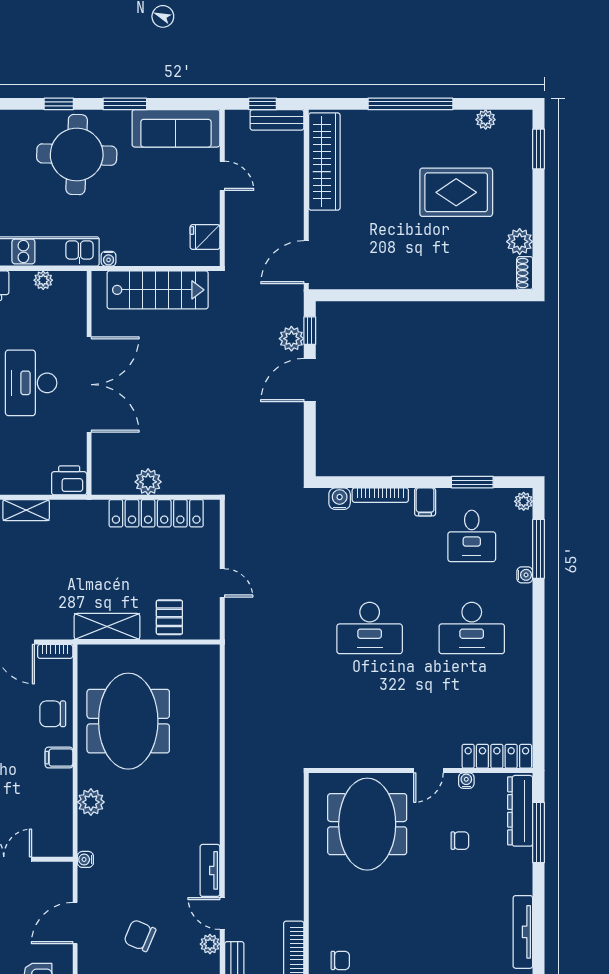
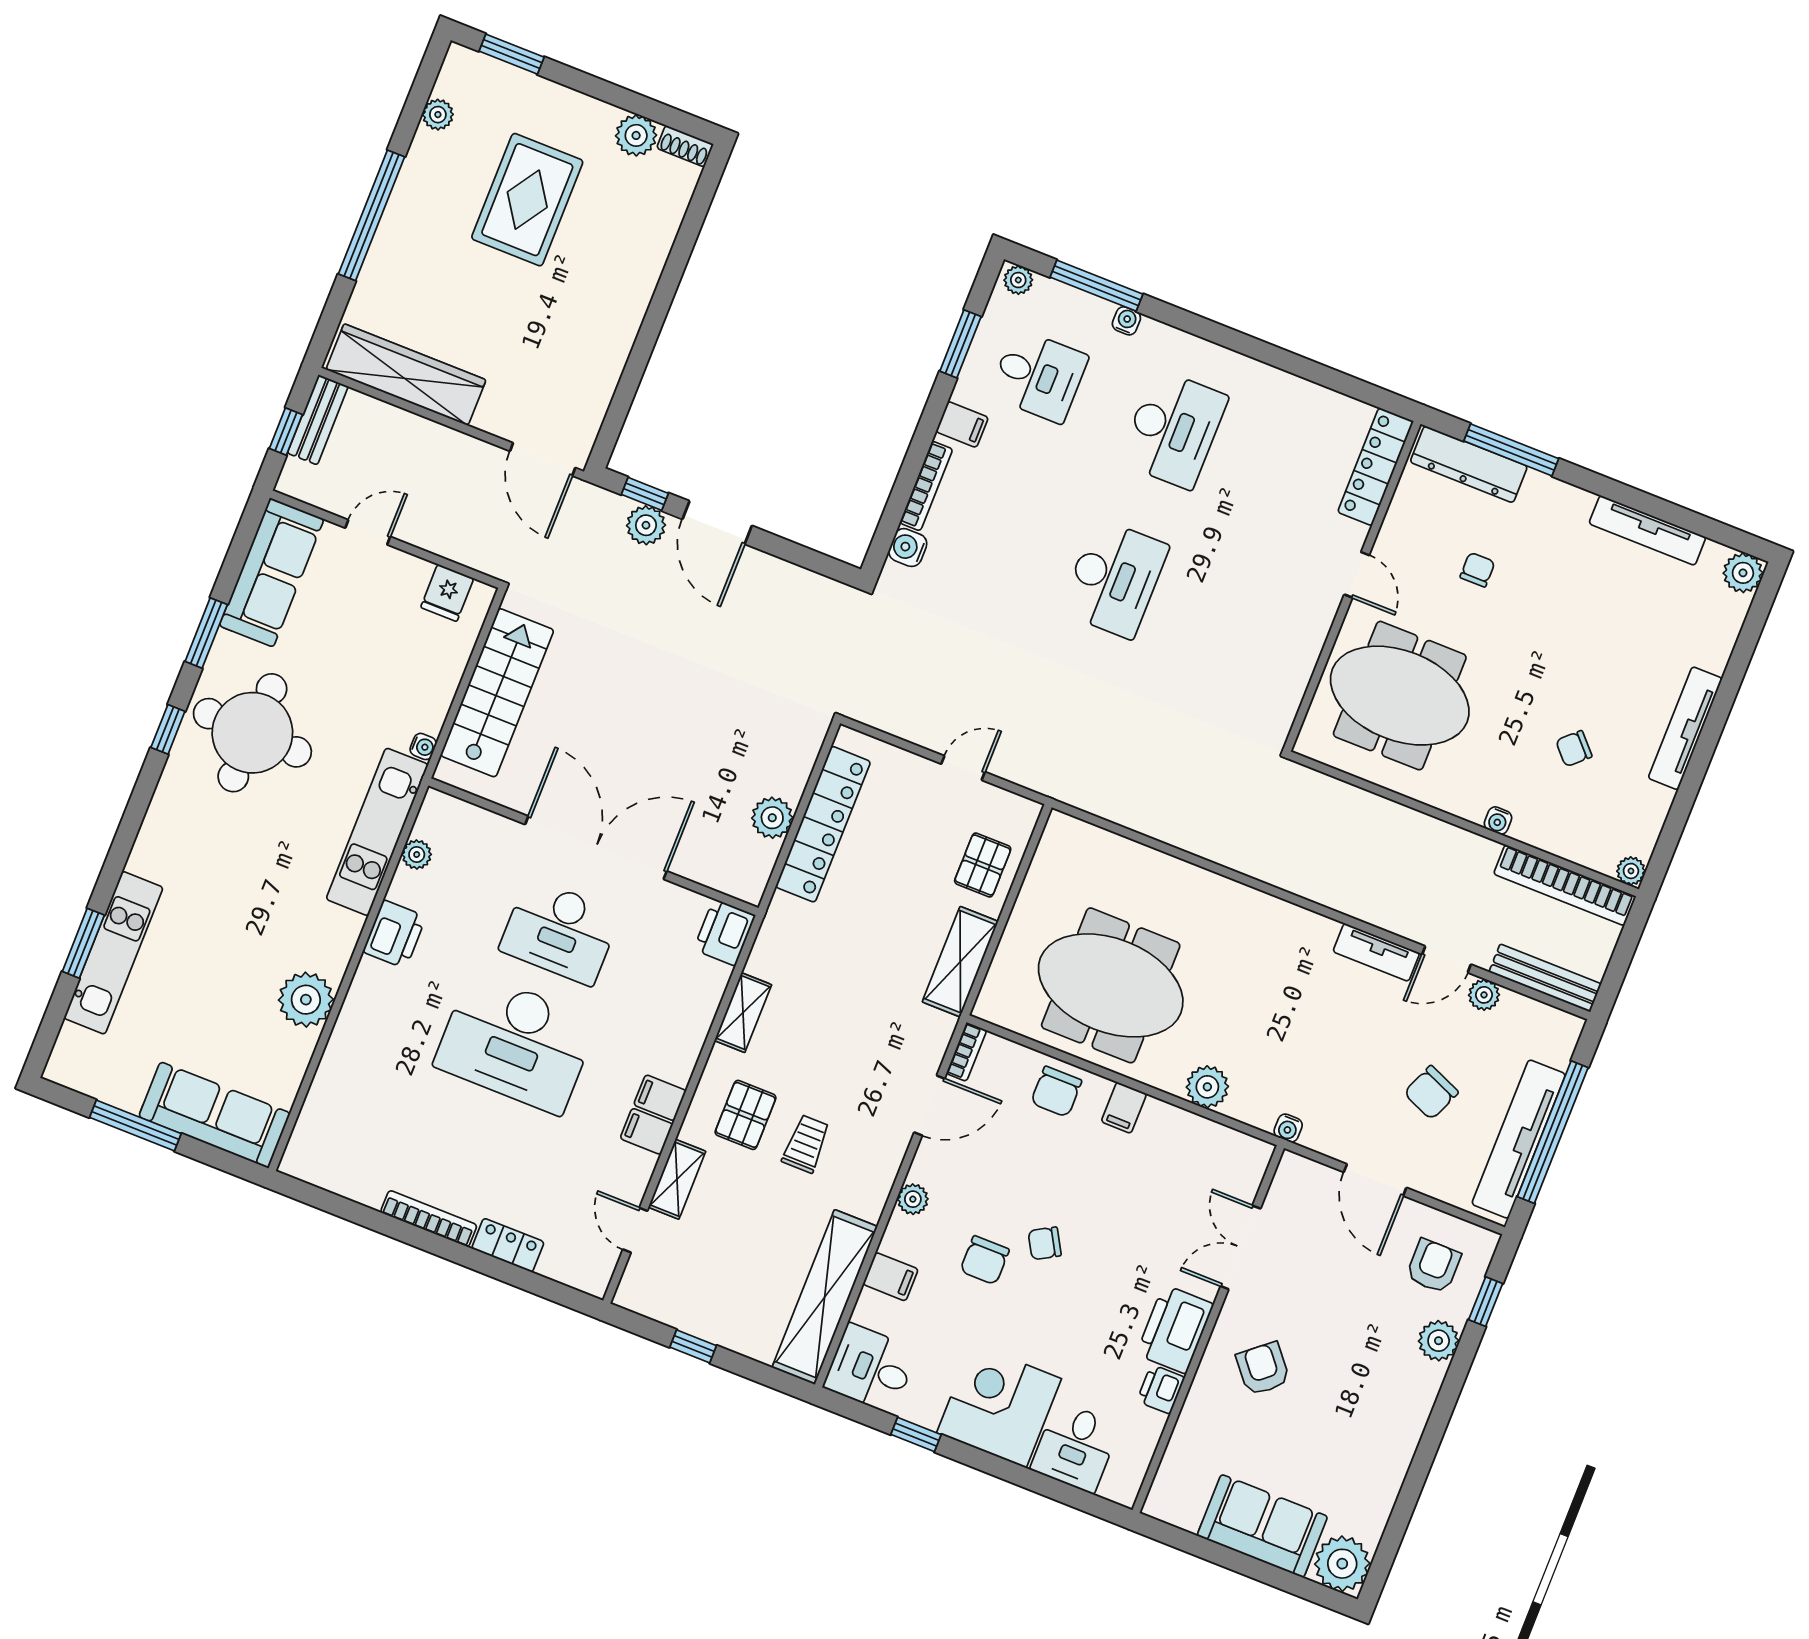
pallet: (169, 617) -> (983, 865), turned 90
water cooler: (466, 781) -> (1498, 821), moved, turned -90
chair: (340, 960) -> (1574, 749), moved, turned -133

